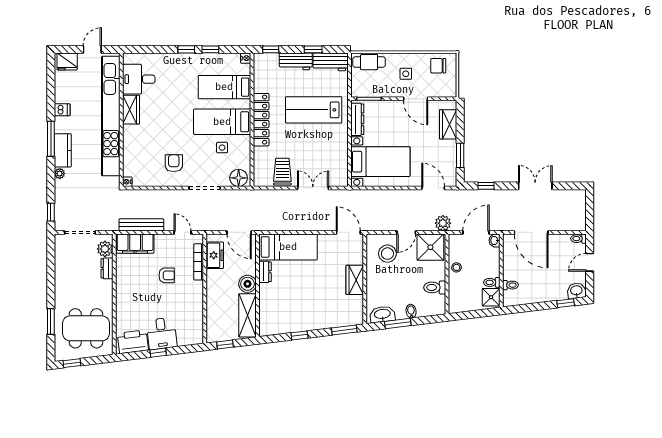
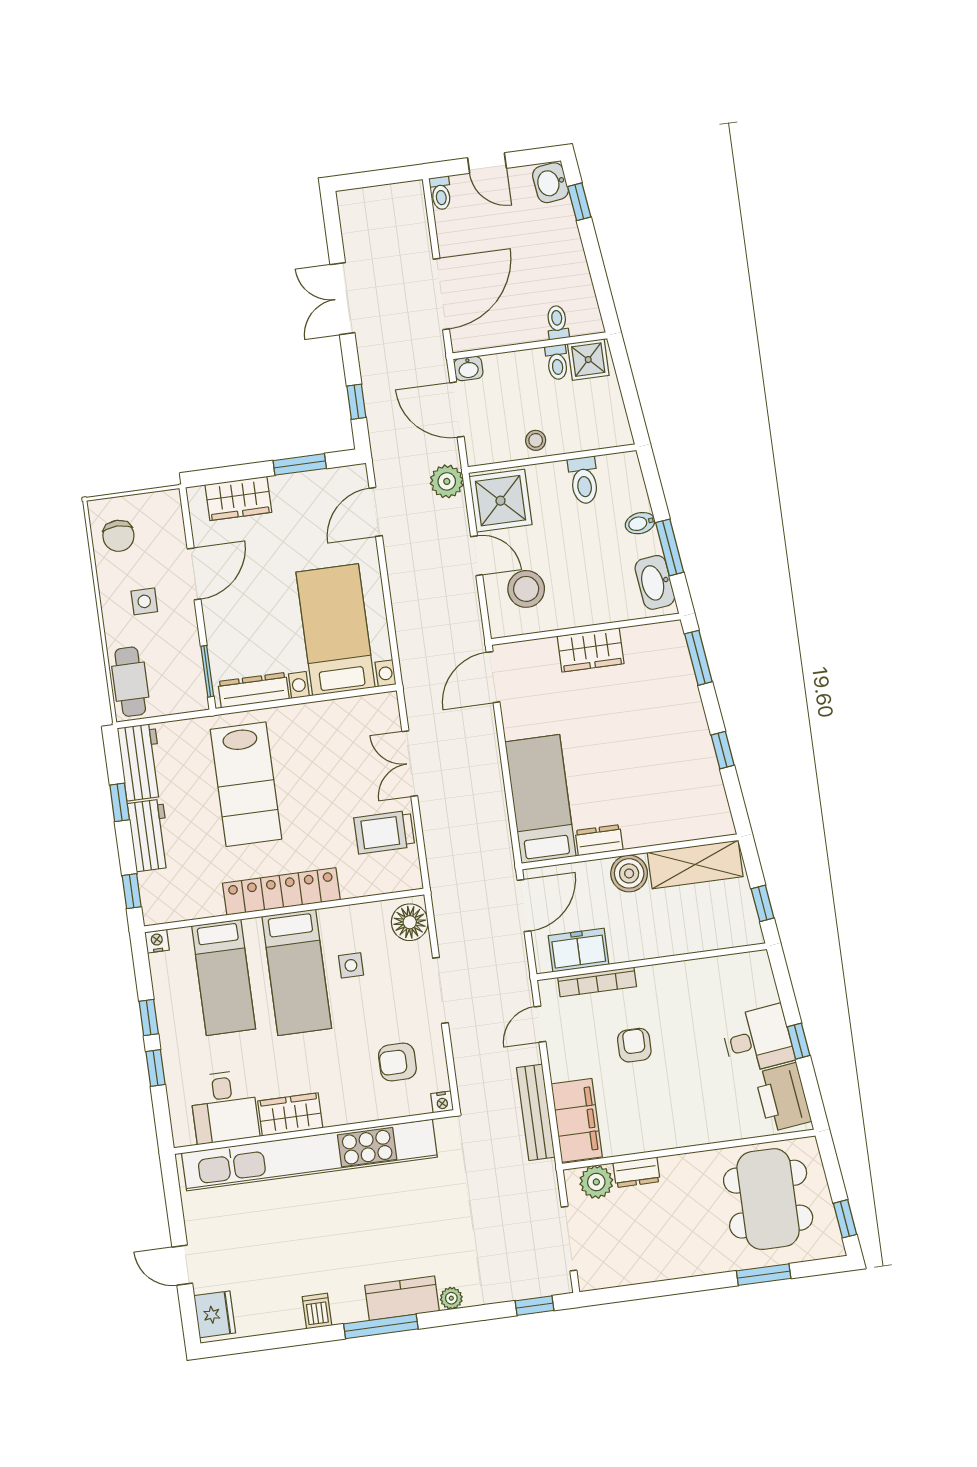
desk: (139, 79) -> (224, 1107), moved
wardrobe: (131, 110) -> (290, 1114), moved
kitchen unit: (111, 116) -> (309, 1155), moved
wall: (121, 120) -> (314, 1132), moved
nightstand: (127, 182) -> (442, 1102), moved

